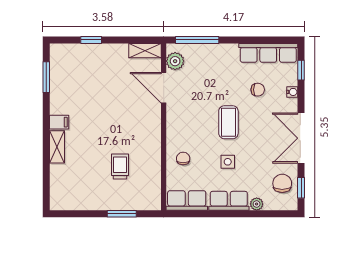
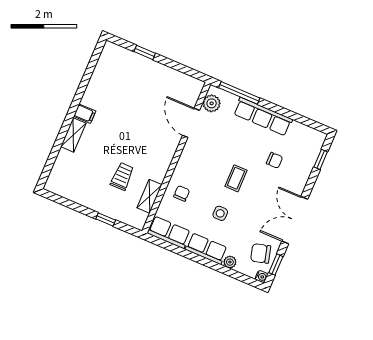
shelving: (145, 51) -> (149, 196), moved, turned 90
row of seats: (268, 53) -> (263, 117), moved
window: (46, 77) -> (90, 69), removed
water cooler: (292, 92) -> (261, 277), moved
coffee table: (228, 122) -> (236, 178), width x0.73, depth x0.77
chair: (282, 183) -> (261, 253), turned -105
window: (122, 214) -> (106, 219), width x0.67

